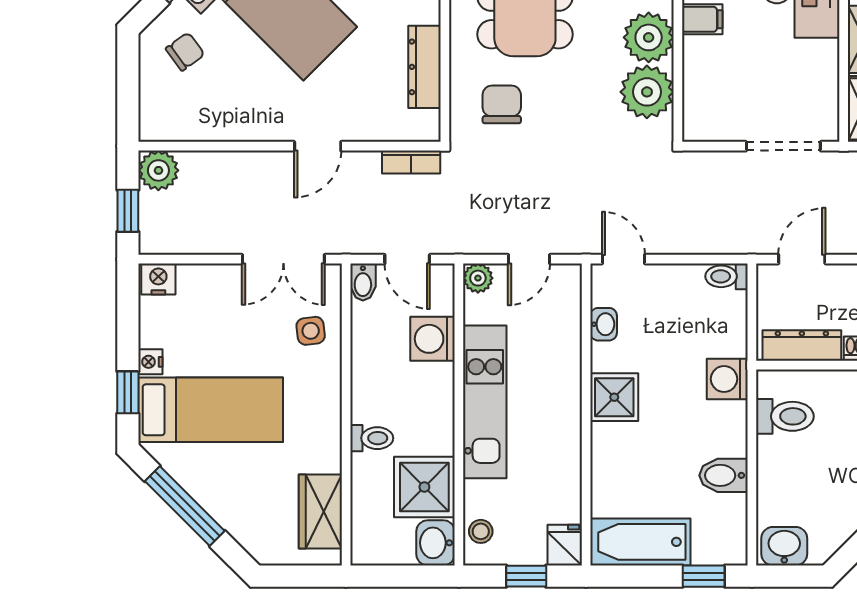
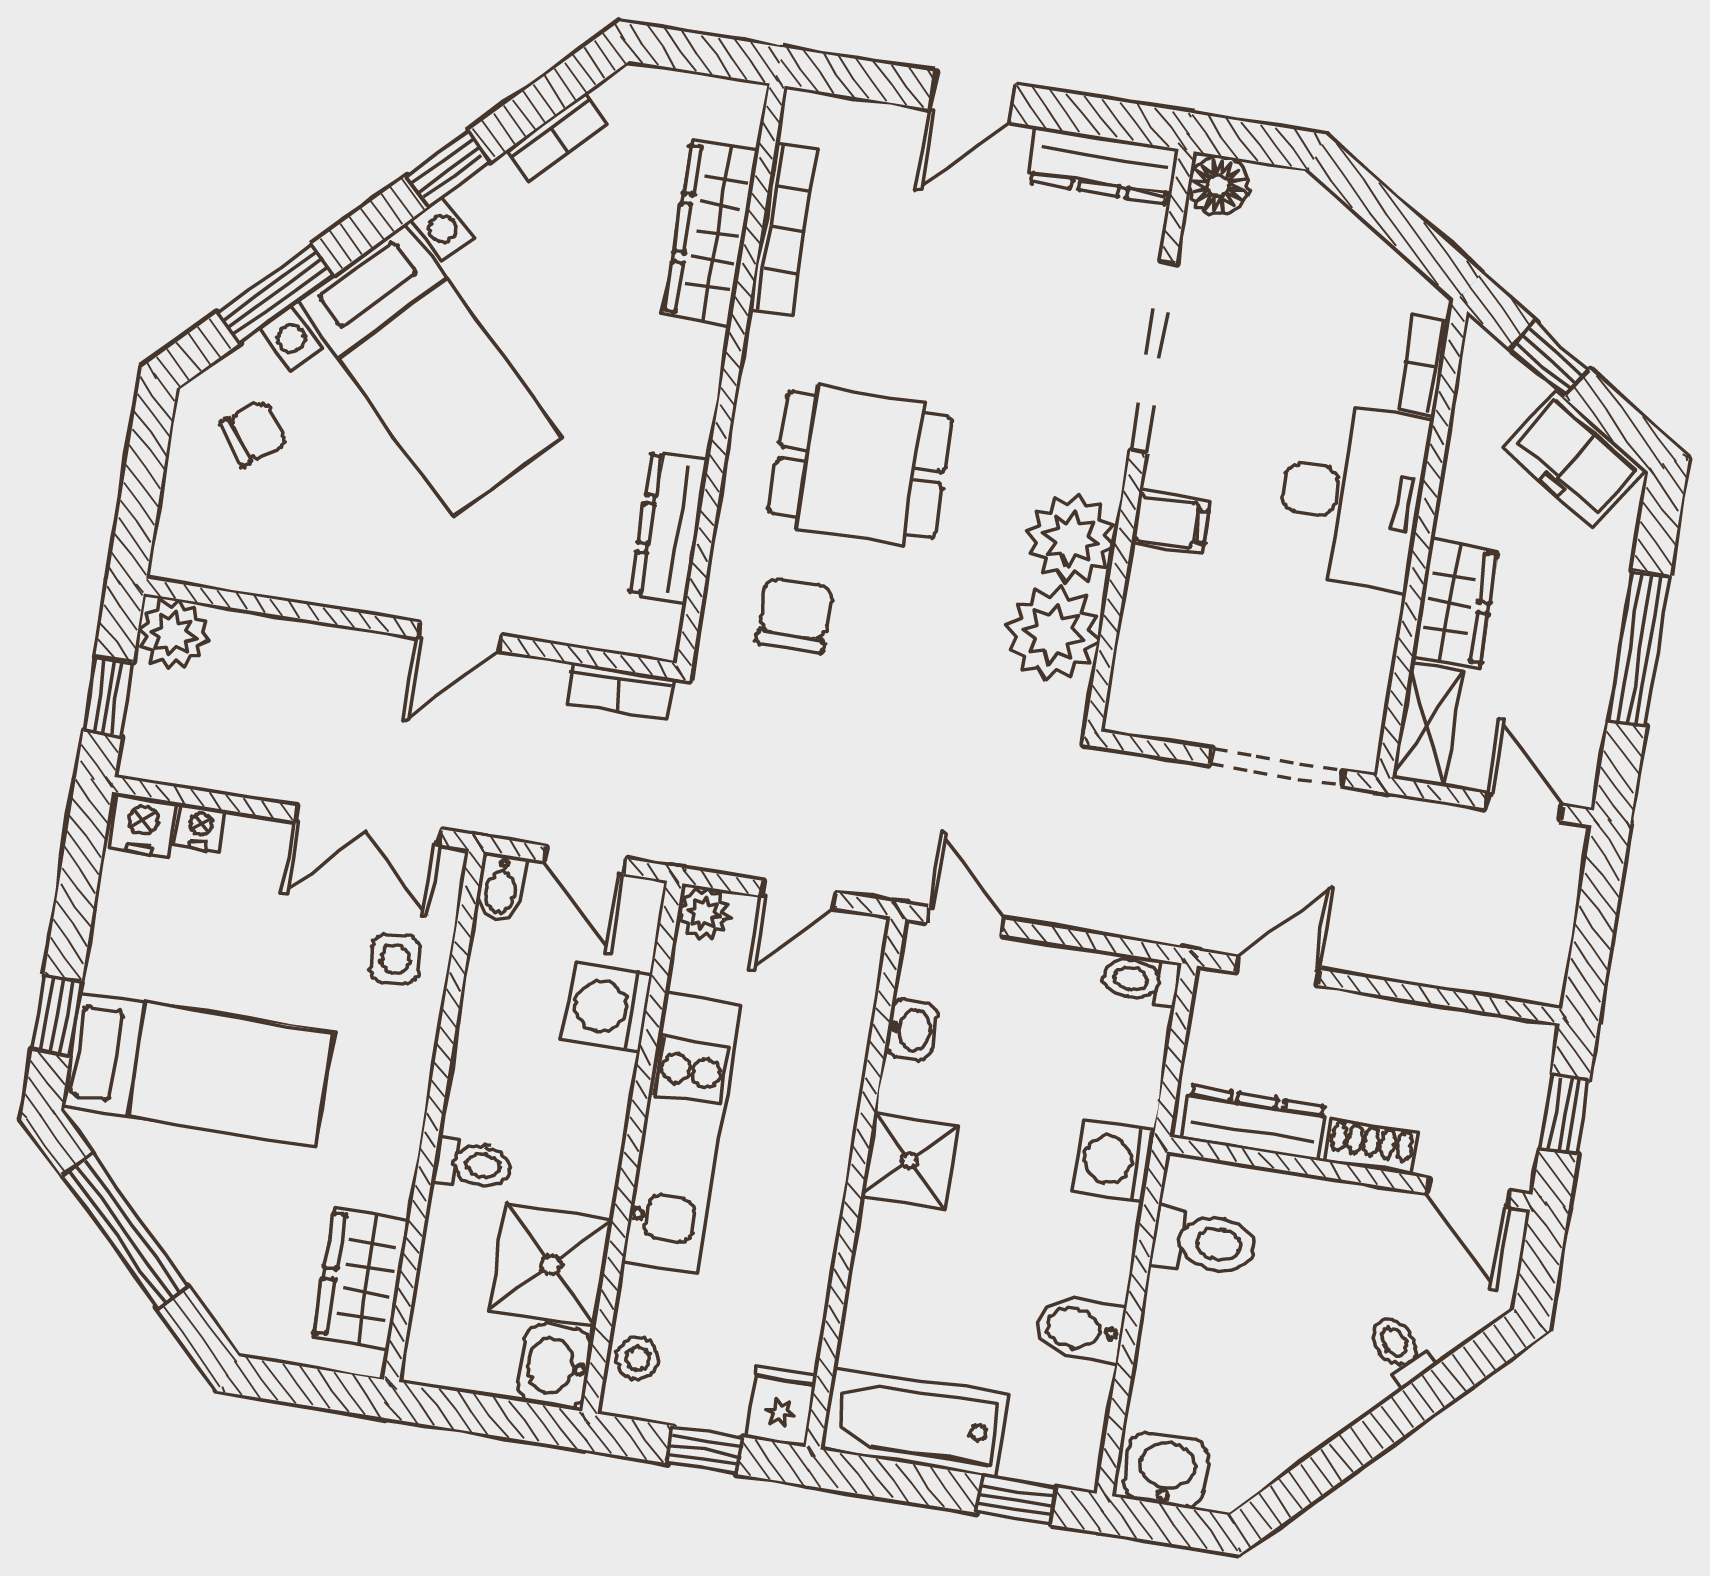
nightstand: (150, 362) -> (200, 827), moved, turned 90

